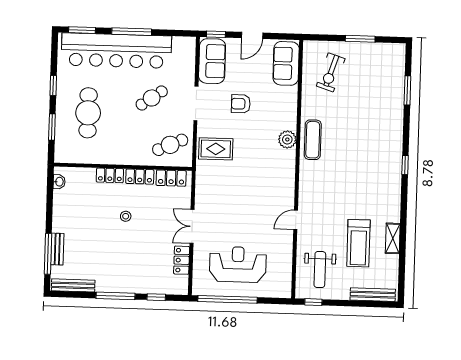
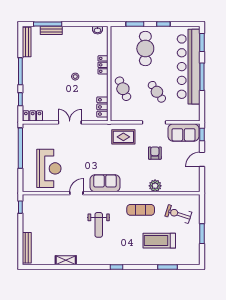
door: (252, 35) -> (202, 159), hinge flipped
sofa: (286, 63) -> (105, 183), moved
cafe table: (88, 113) -> (145, 49), turned 90
plant: (287, 139) -> (155, 186), moved
exercise mat: (313, 140) -> (141, 210), moved
cafe table: (170, 145) -> (123, 89), moved
rug: (216, 149) -> (123, 137), turned 90
locker: (140, 177) -> (103, 85), removed
door: (296, 220) -> (76, 193), hinge flipped
treadmill: (358, 243) -> (159, 241), moved
locker: (182, 260) -> (33, 116), moved
reception desk: (238, 264) -> (49, 168), moved
weight bench: (320, 270) -> (99, 225), moved, turned -90

